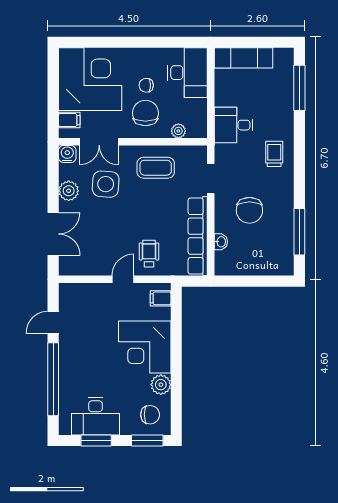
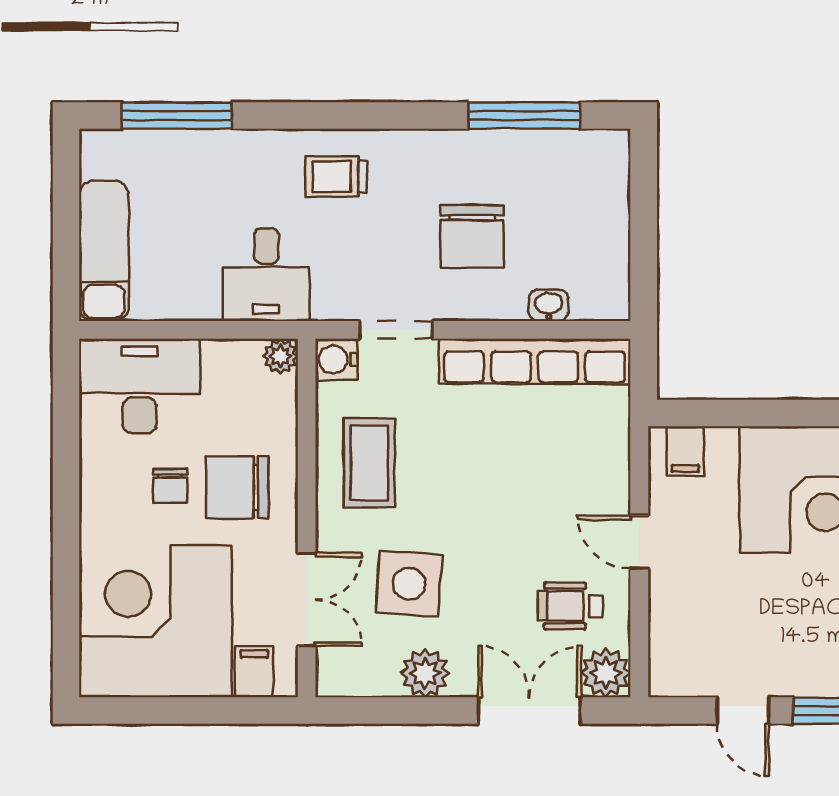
plant: (178, 131) -> (280, 356), moved
water cooler: (67, 154) -> (336, 360), moved
chair: (249, 210) -> (472, 236), turned 90
wheelchair: (149, 254) -> (570, 606), moved
plant: (69, 266) -> (606, 673), added

